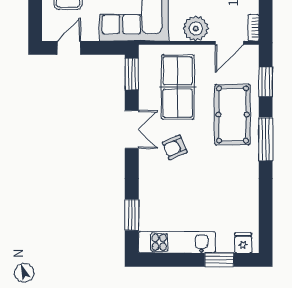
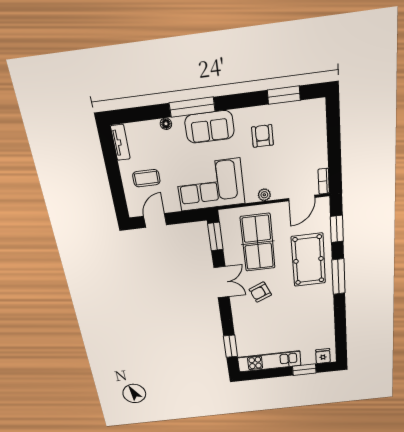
plant: (196, 28) -> (264, 195), width x0.53, depth x0.53

